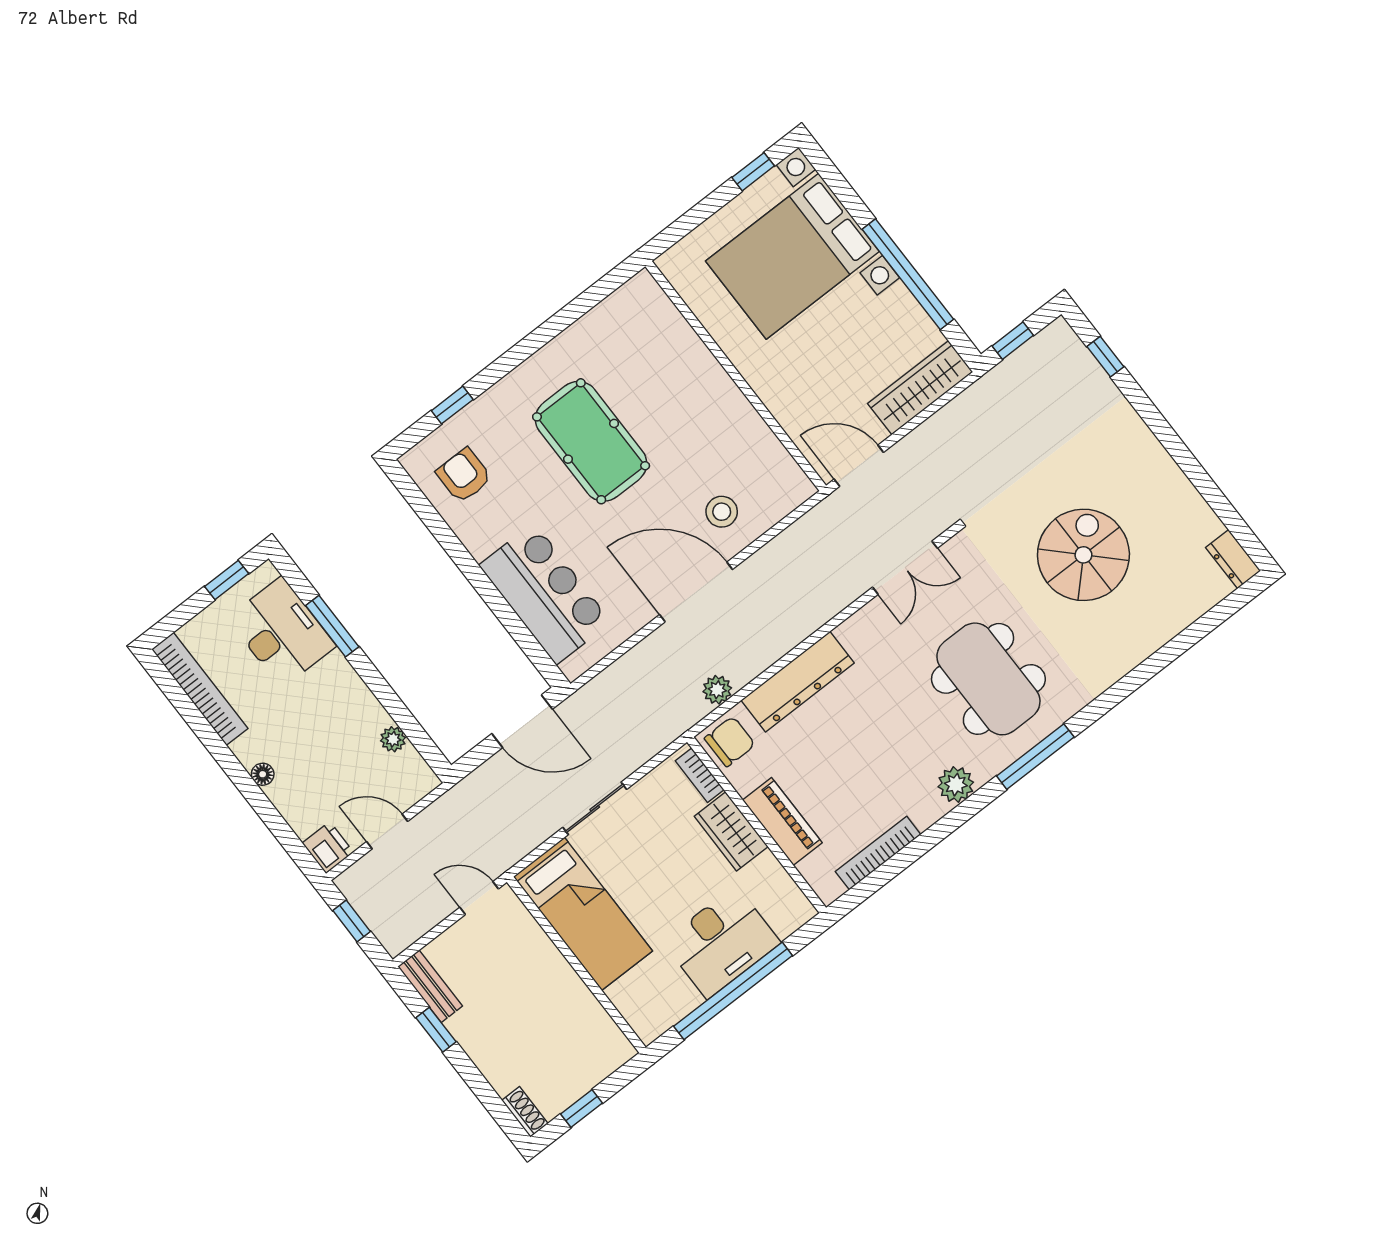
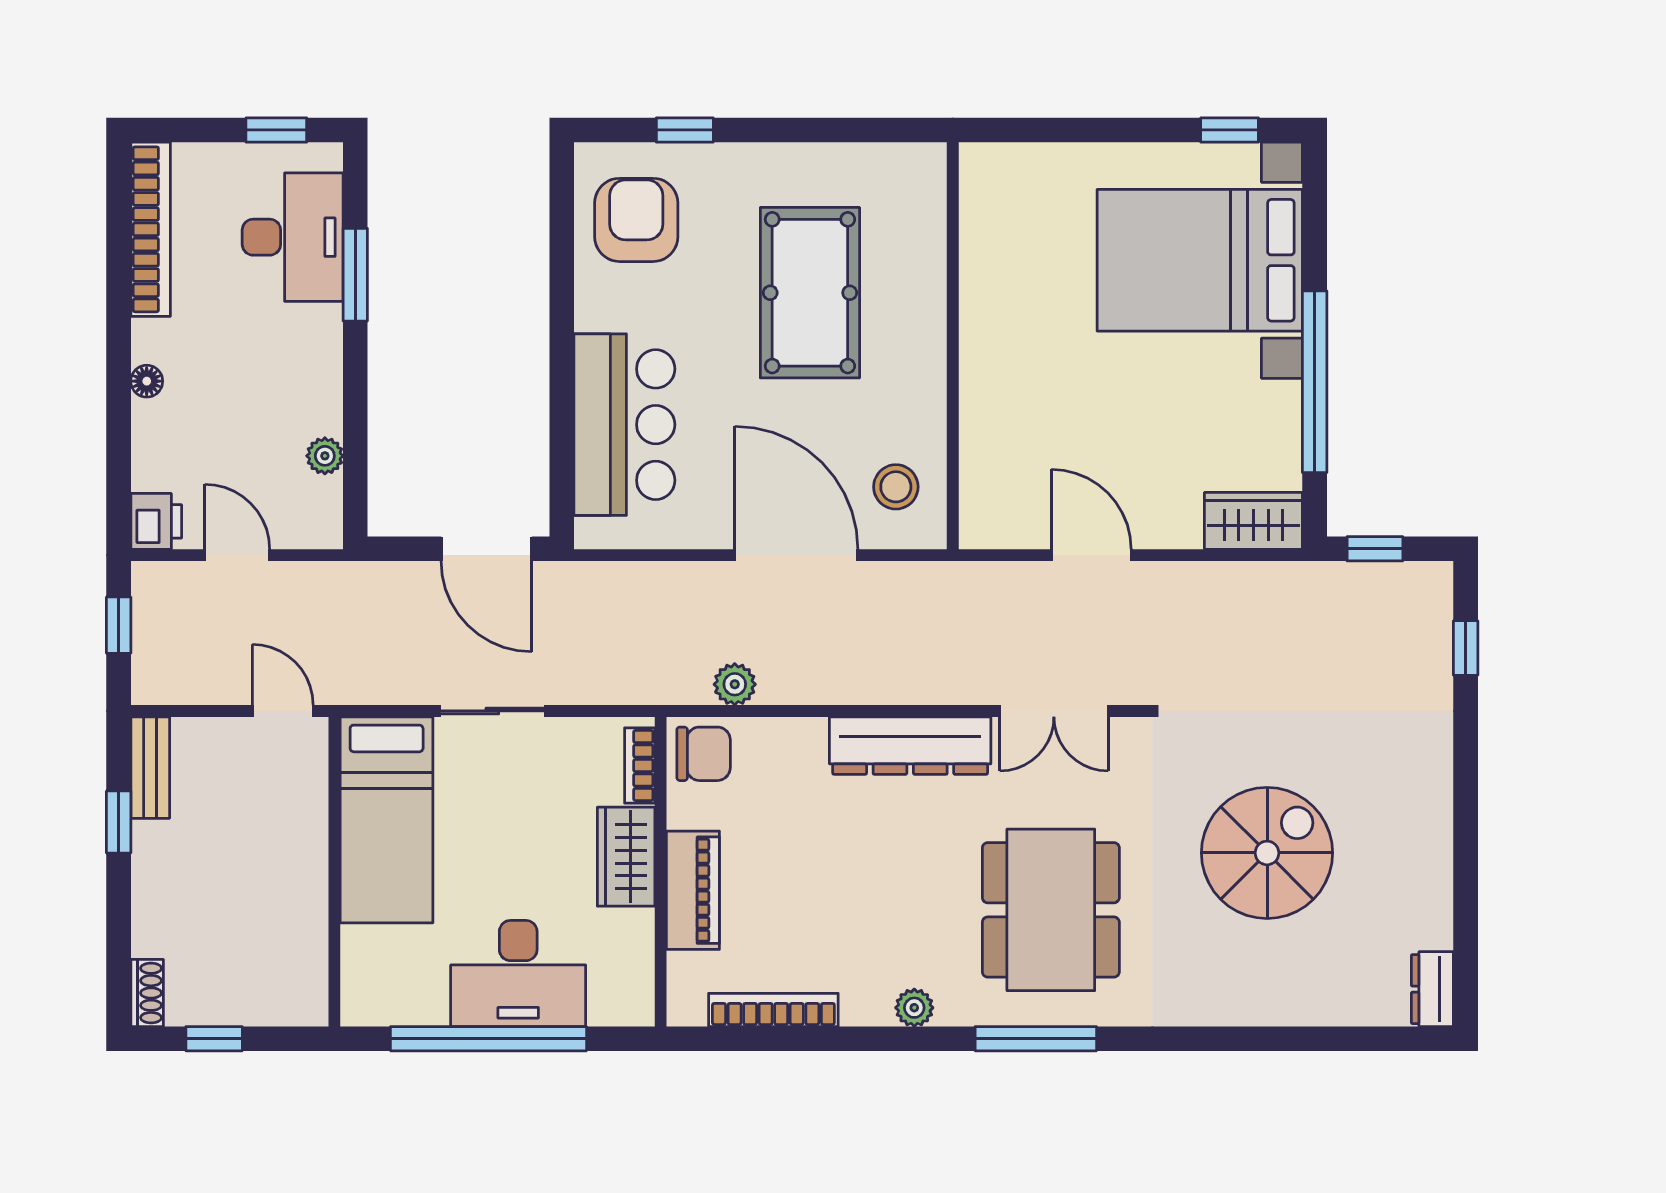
wall: (736, 376) -> (953, 346), moved
wardrobe: (920, 388) -> (1253, 521), width x0.67
armchair: (464, 475) -> (636, 220), width x1.38, depth x1.38
dresser: (798, 682) -> (910, 746), moved
plant: (956, 785) -> (914, 1008), width x0.73, depth x0.73

